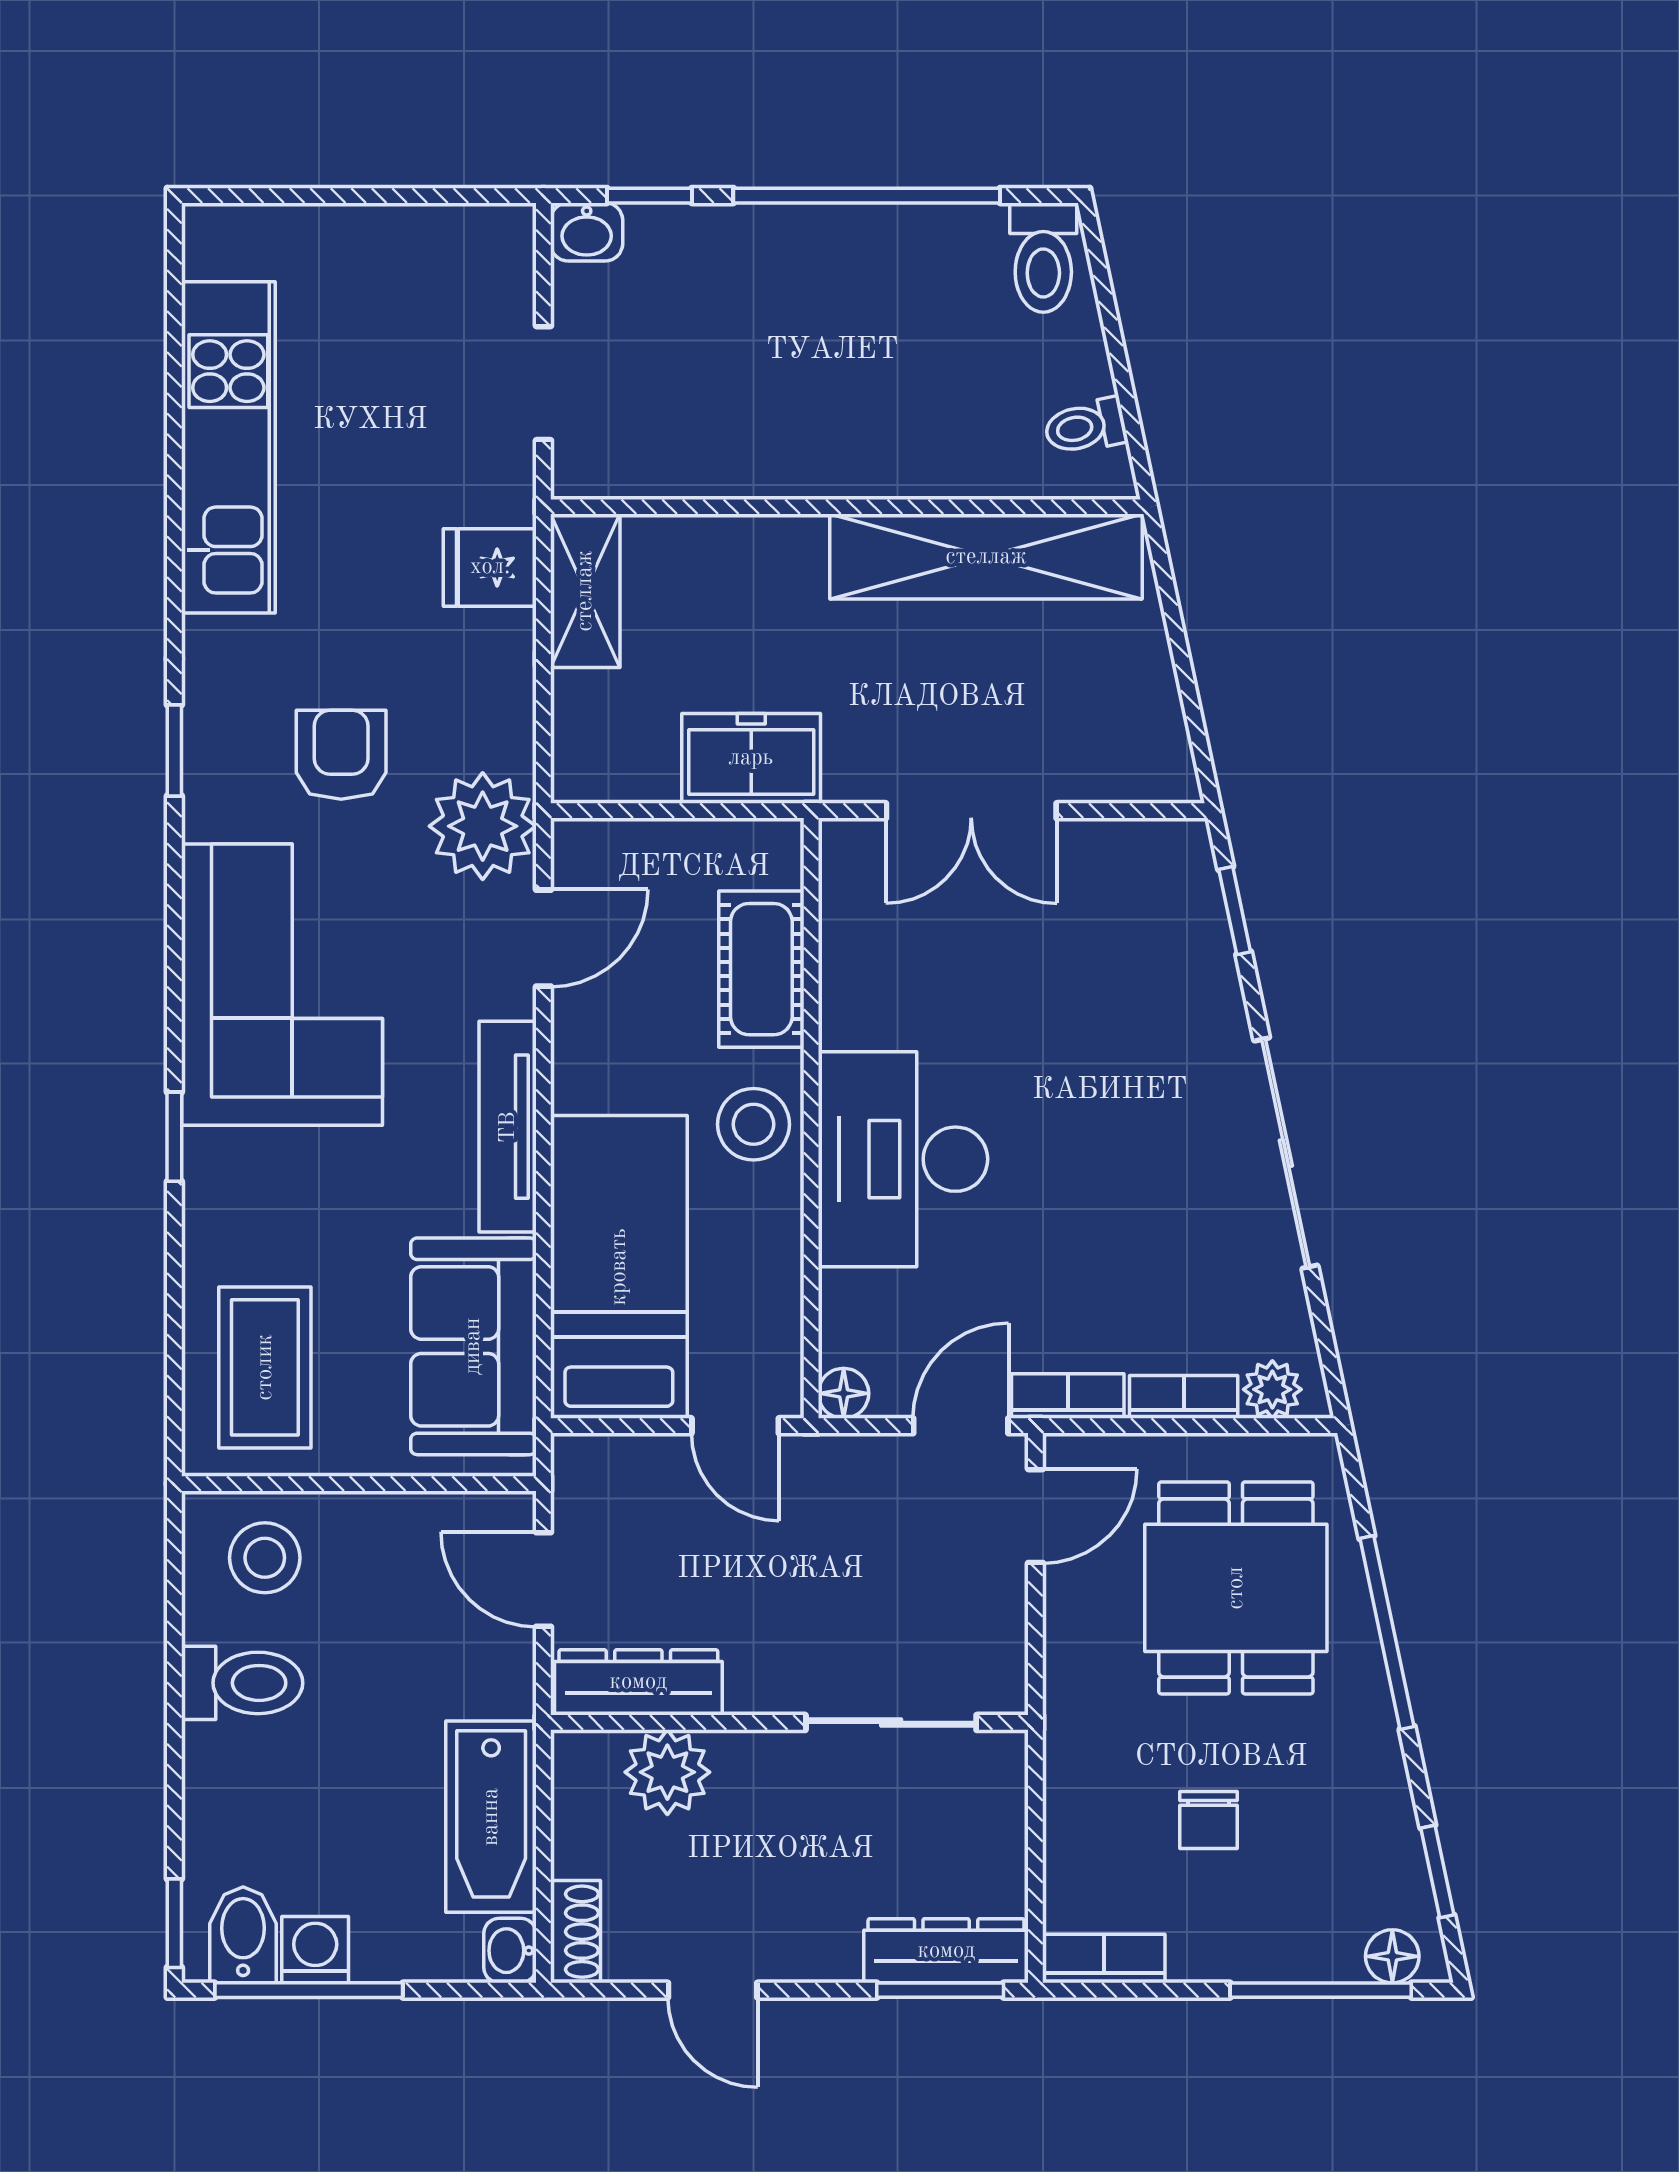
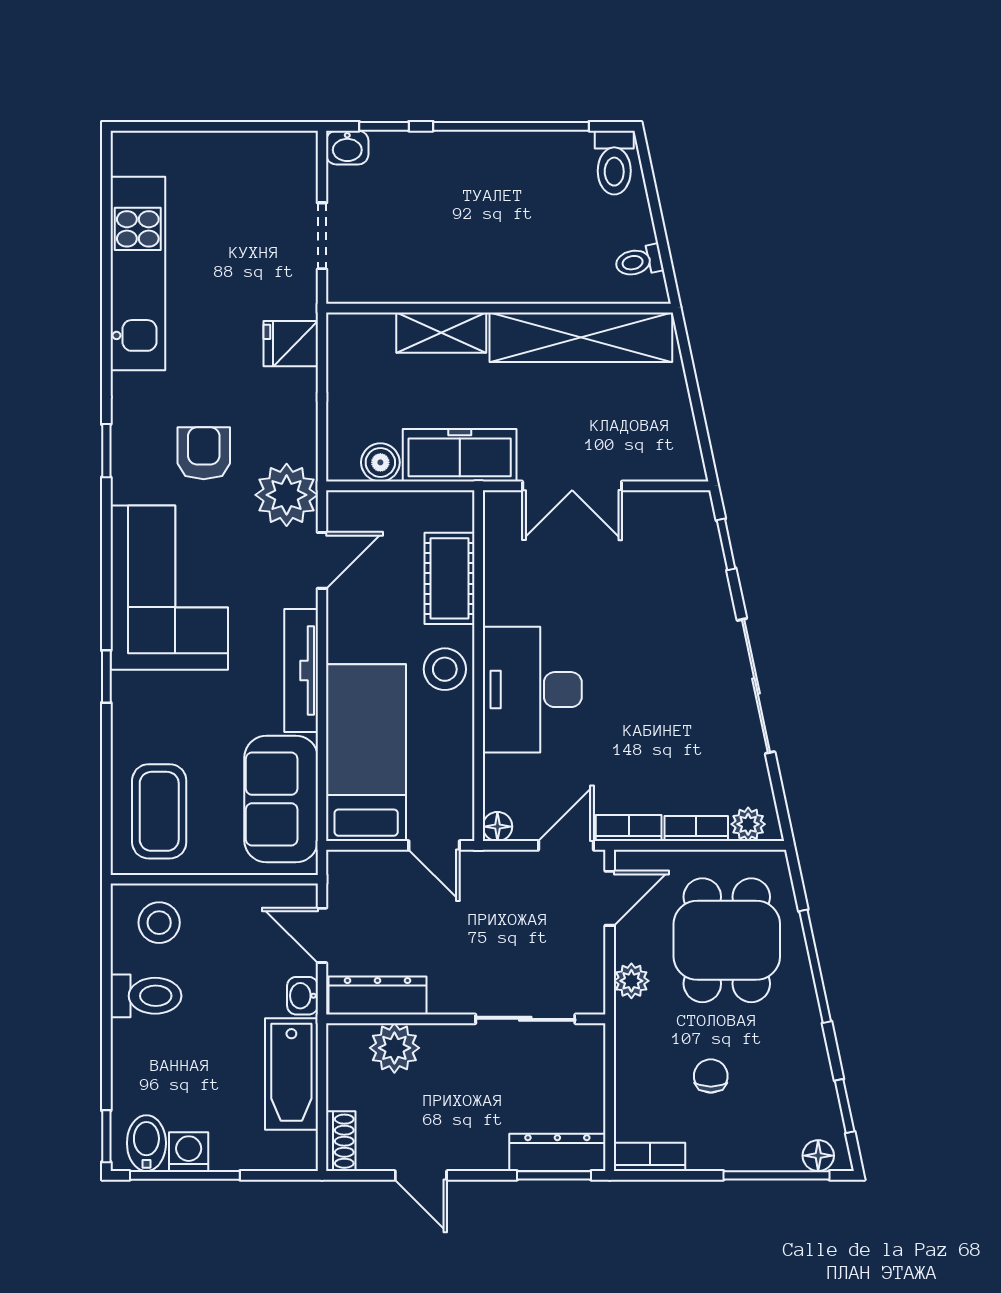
shelving: (585, 591) -> (441, 333), moved, turned 90
freezer: (751, 758) -> (460, 455), width x1.40
boiler: (643, 771) -> (380, 462), added
plant: (1073, 1657) -> (631, 981), added
chair: (1208, 1820) -> (711, 1076), turned 180
washbasin: (510, 1951) -> (302, 996), moved

